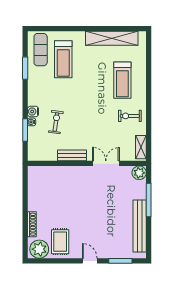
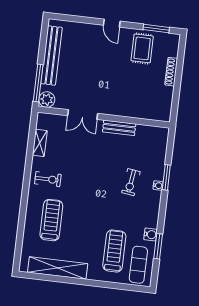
water cooler: (33, 112) -> (151, 235), moved
bench: (72, 155) -> (119, 128), moved
wall: (87, 163) -> (104, 117), moved
double door: (106, 163) -> (83, 115), moved
plant: (139, 173) -> (47, 100), moved
plant: (39, 249) -> (166, 43), removed
window: (120, 261) -> (156, 28), moved

